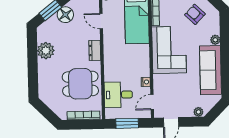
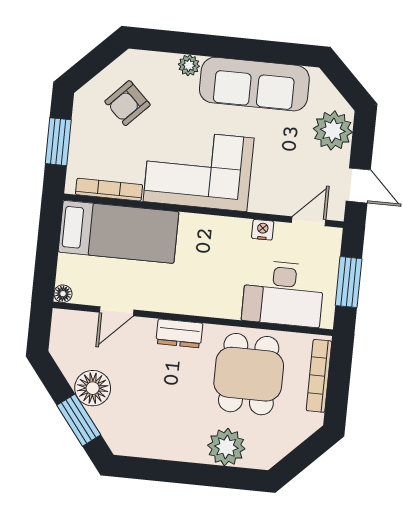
plant: (46, 51) -> (226, 447), moved
desk: (118, 95) -> (283, 294), width x1.37
door: (152, 102) -> (309, 221), swing flipped
plant: (198, 112) -> (333, 130), width x1.88, depth x1.88

